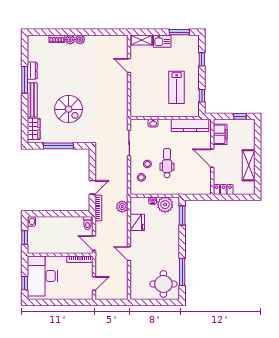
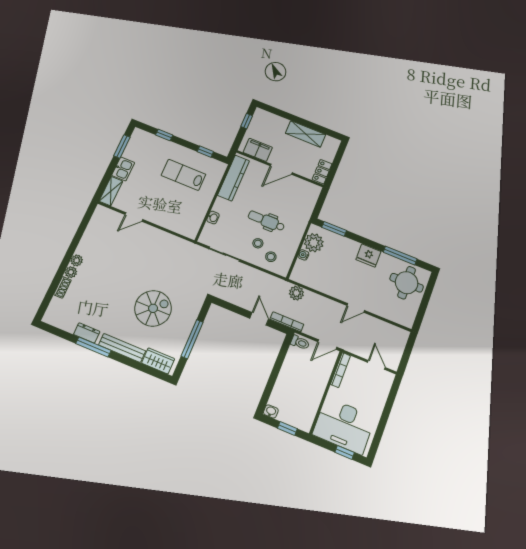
lab bench: (177, 87) -> (183, 175), turned 180
fridge: (137, 222) -> (368, 256), moved, turned 180

